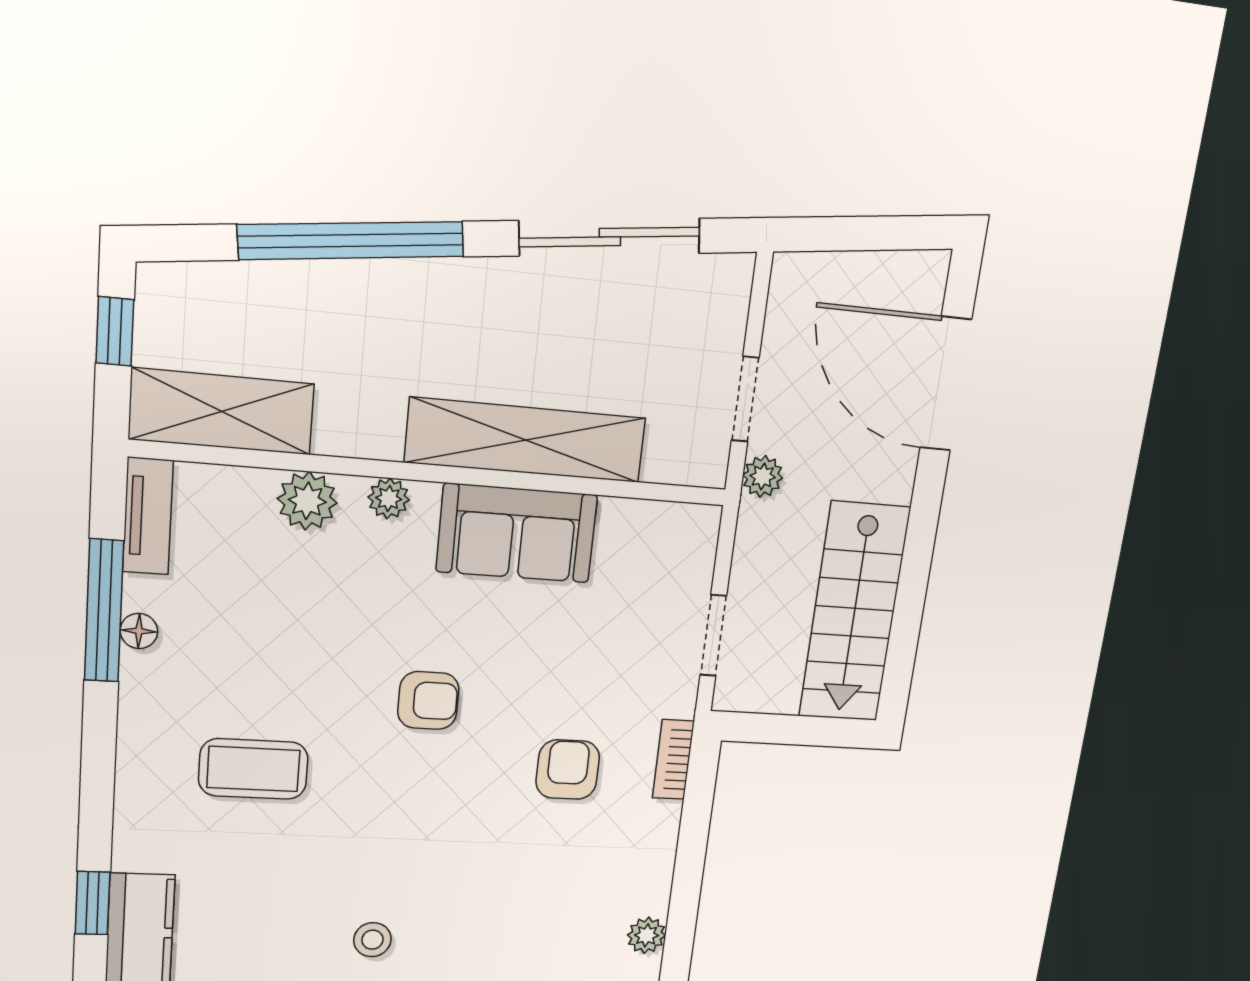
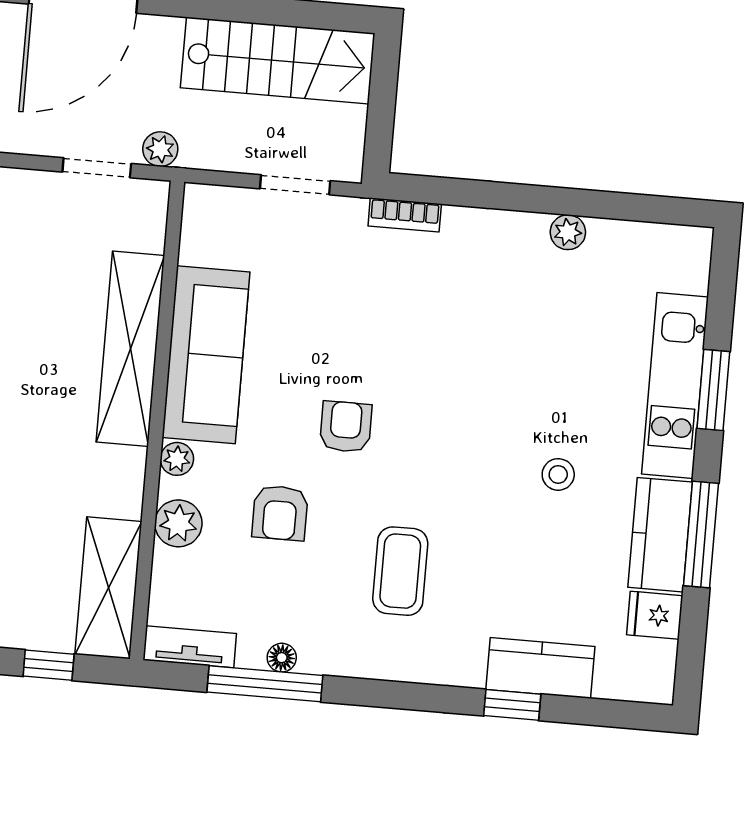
sofa: (517, 533) -> (206, 355), width x1.36
armchair: (568, 770) -> (280, 513), moved, turned -90

